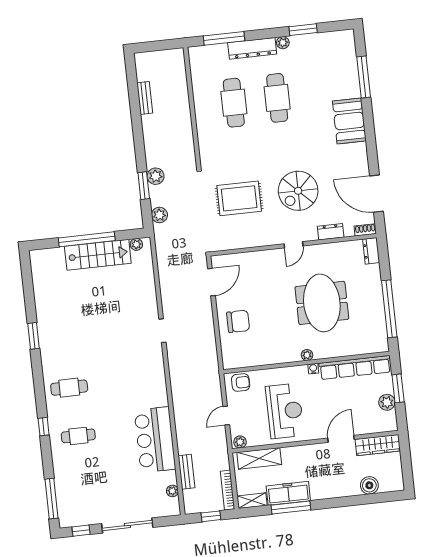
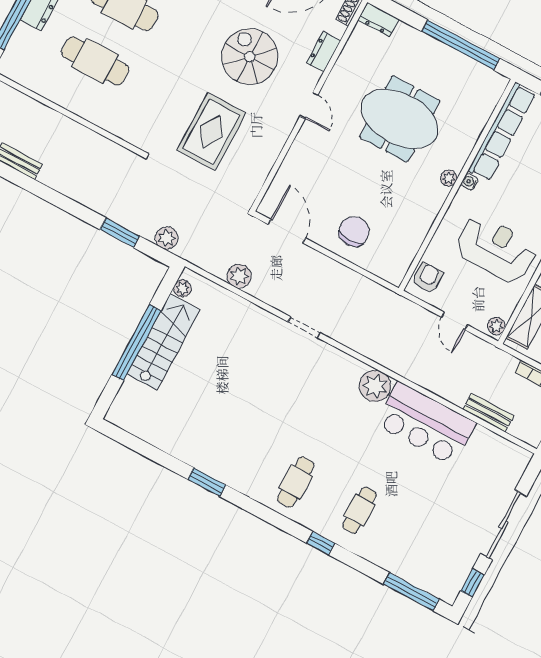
plant: (156, 176) -> (239, 276), moved
spiral stairs: (298, 191) -> (250, 57), turned 180
plant: (172, 491) -> (375, 386), moved, width x1.87, depth x1.87

